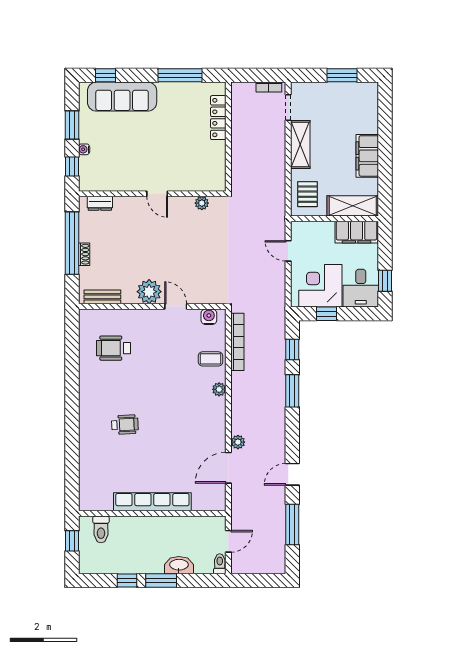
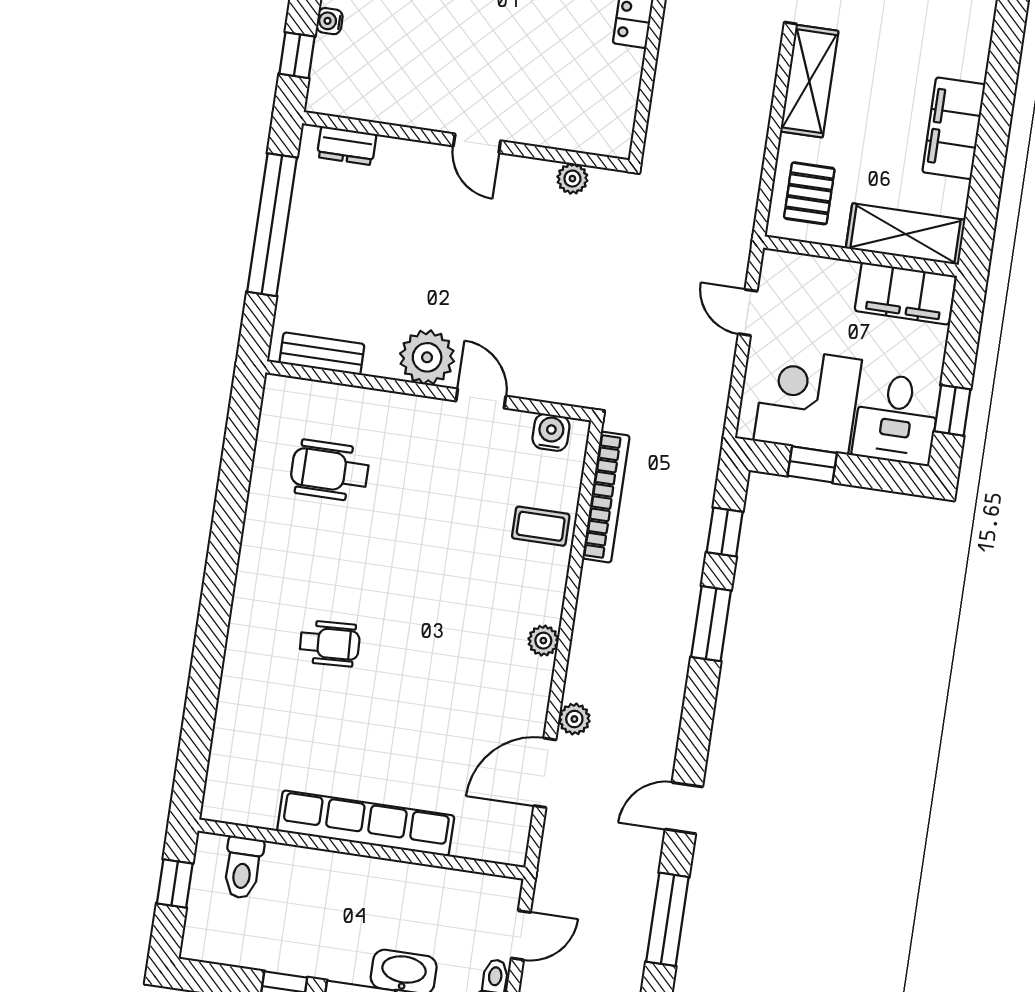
shoe rack: (84, 254) -> (295, 253), removed
plant: (219, 389) -> (543, 641), moved

